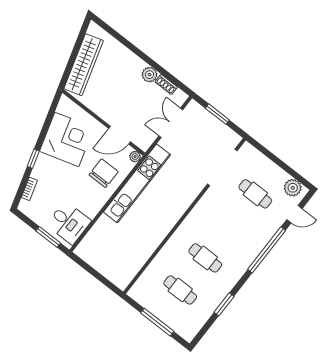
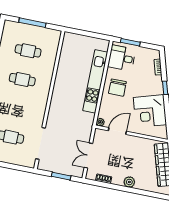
plant: (149, 75) -> (129, 182), moved
double door: (171, 123) -> (88, 155), swing flipped
chair: (104, 173) -> (117, 88), moved
kitchen unit: (137, 183) -> (95, 81), moved

